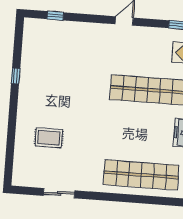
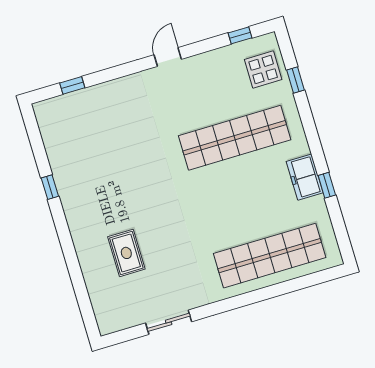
rug: (49, 138) -> (126, 253), turned 90

